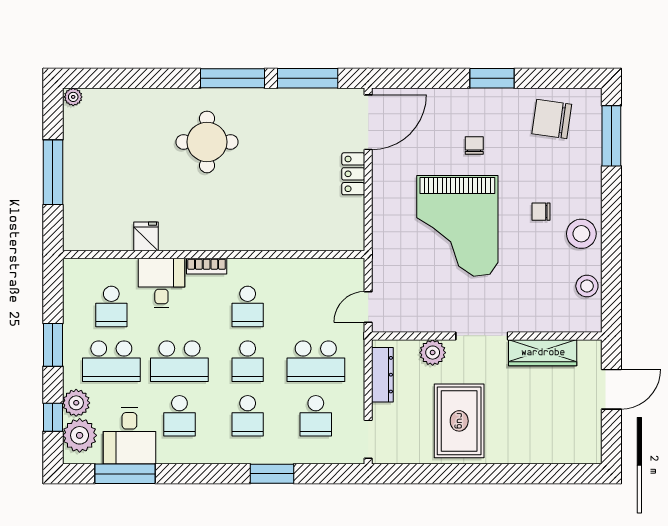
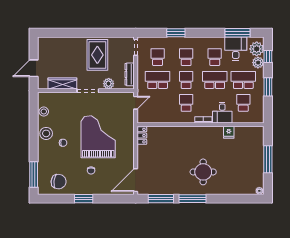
locker: (353, 174) -> (142, 136), moved

